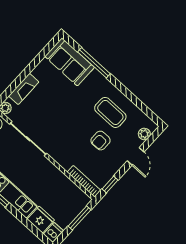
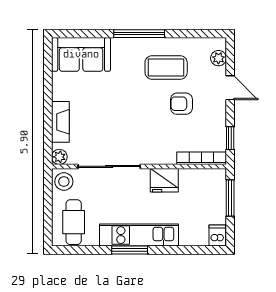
window: (94, 63) -> (139, 34), moved
armchair: (100, 141) -> (181, 104), turned 90
fridge: (41, 220) -> (164, 180), moved, turned 180

